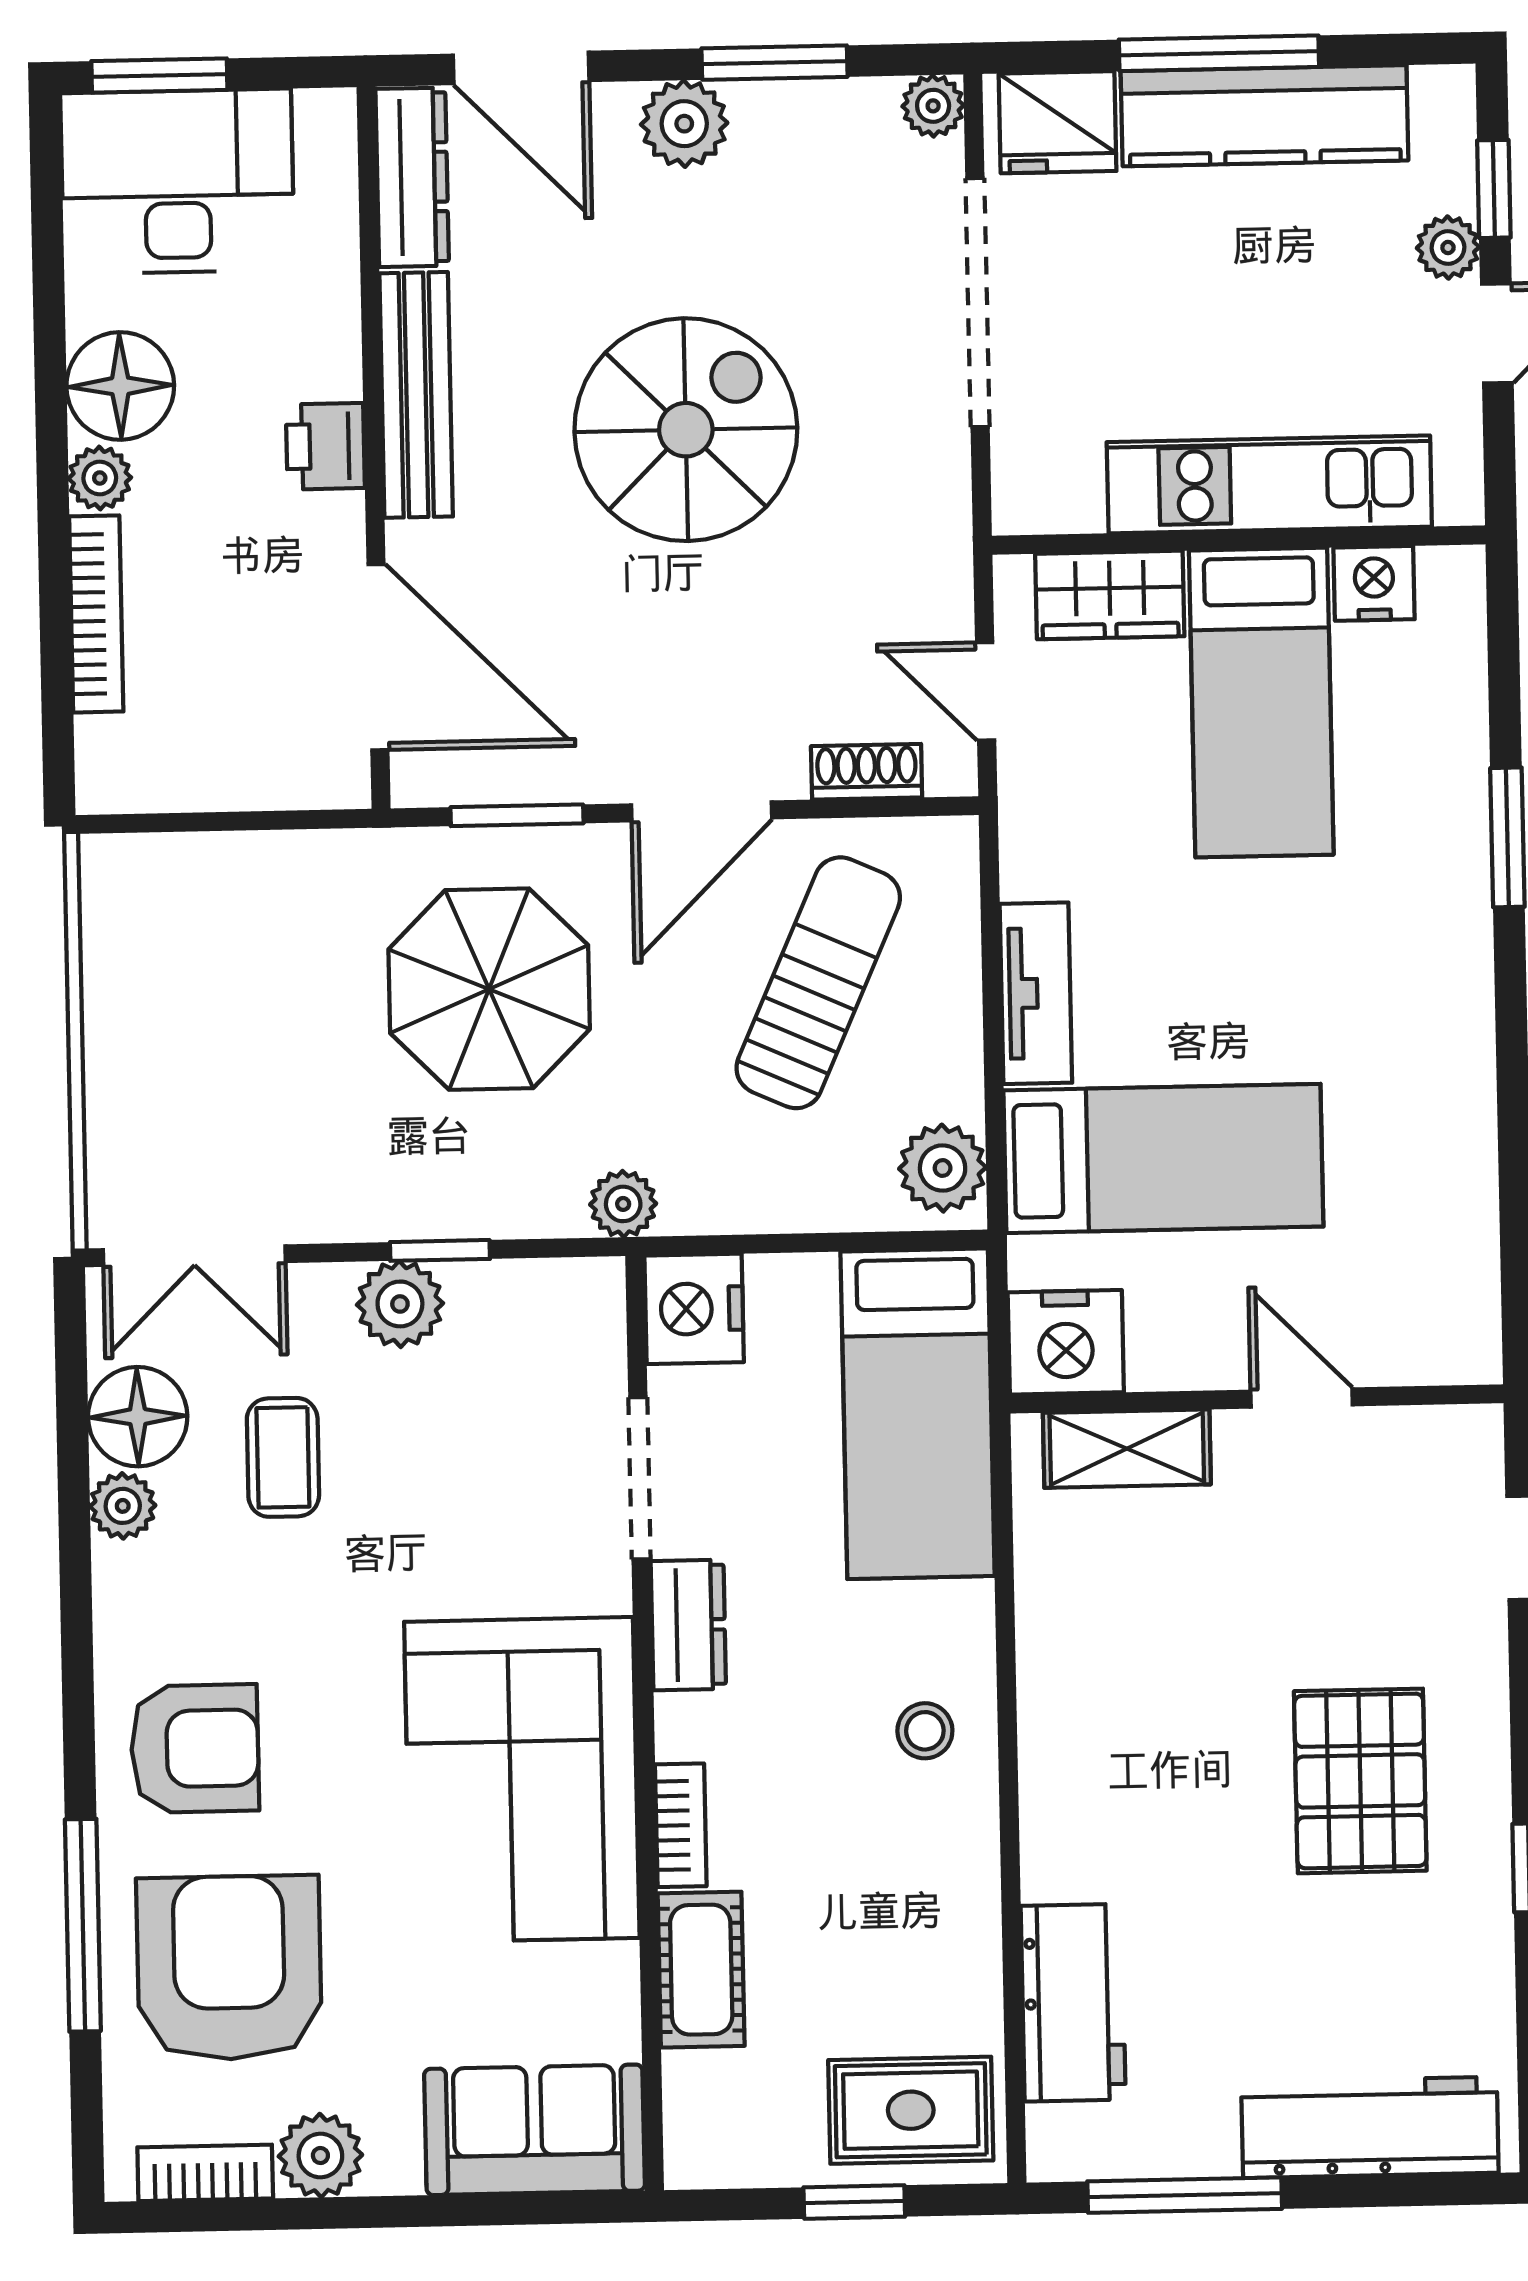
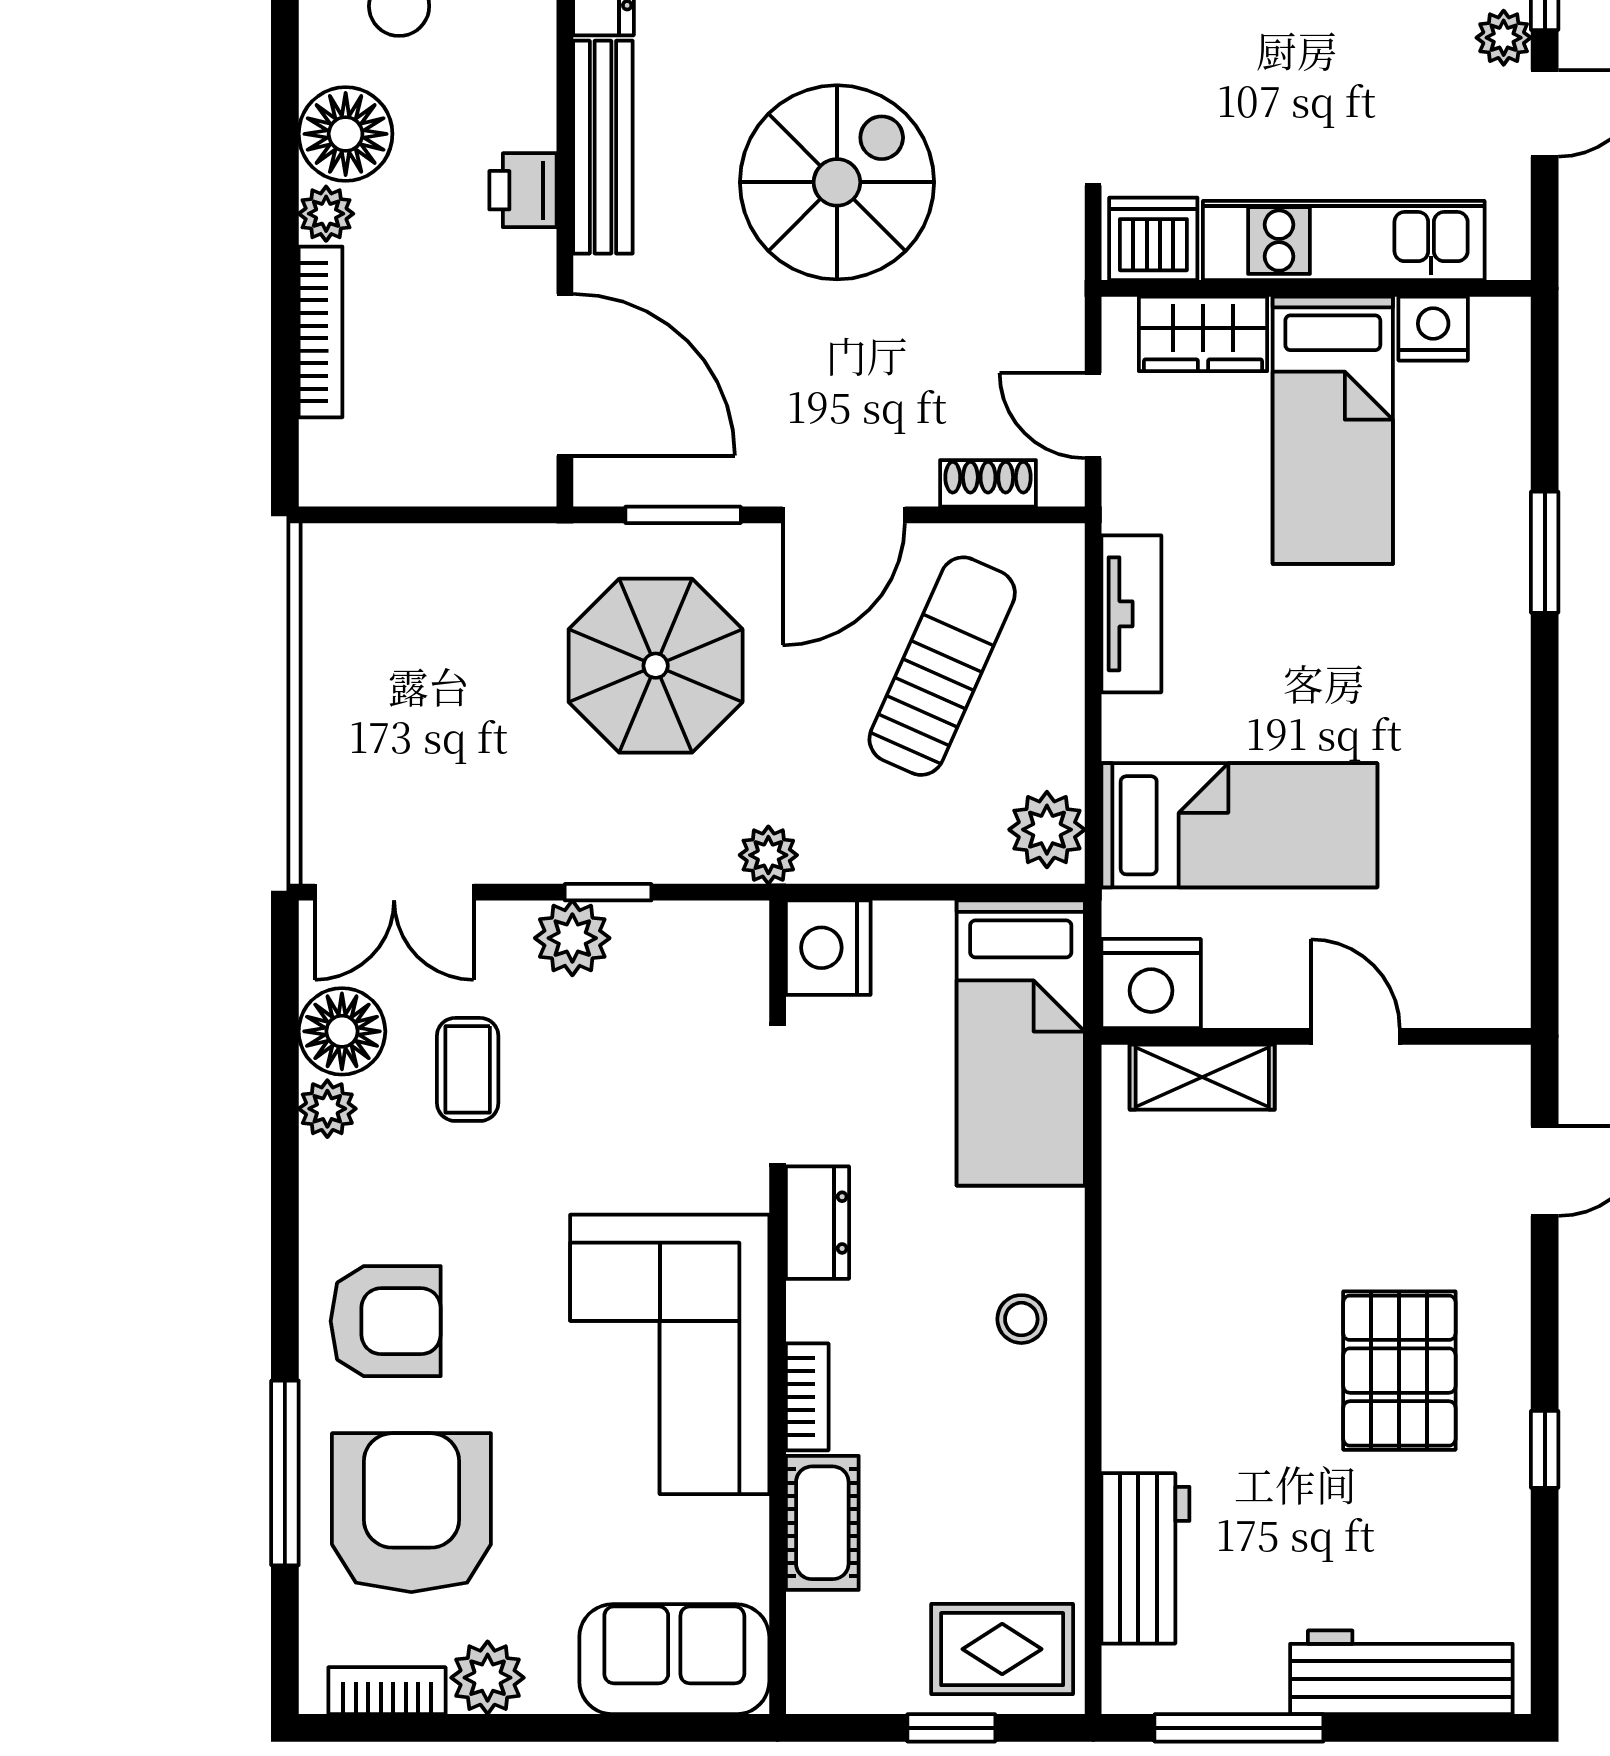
dishwasher: (1050, 487) -> (1153, 239), added
tv unit: (1036, 993) -> (1131, 614), moved

